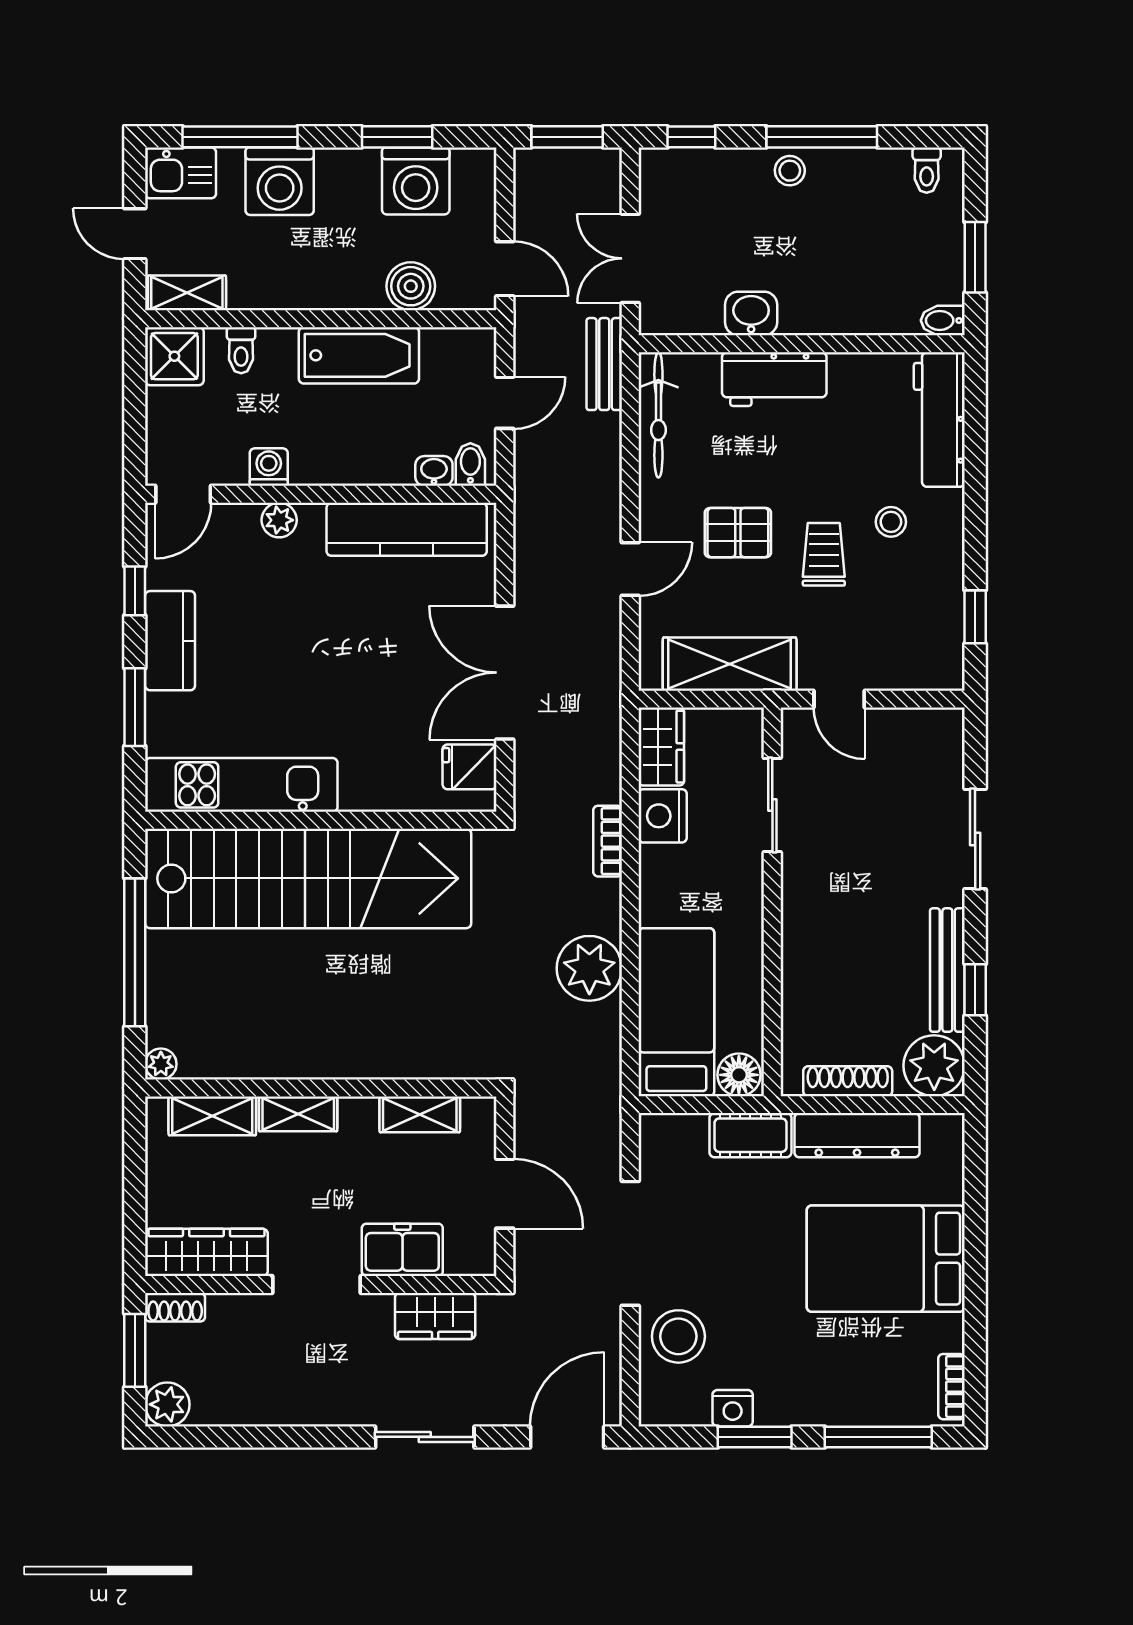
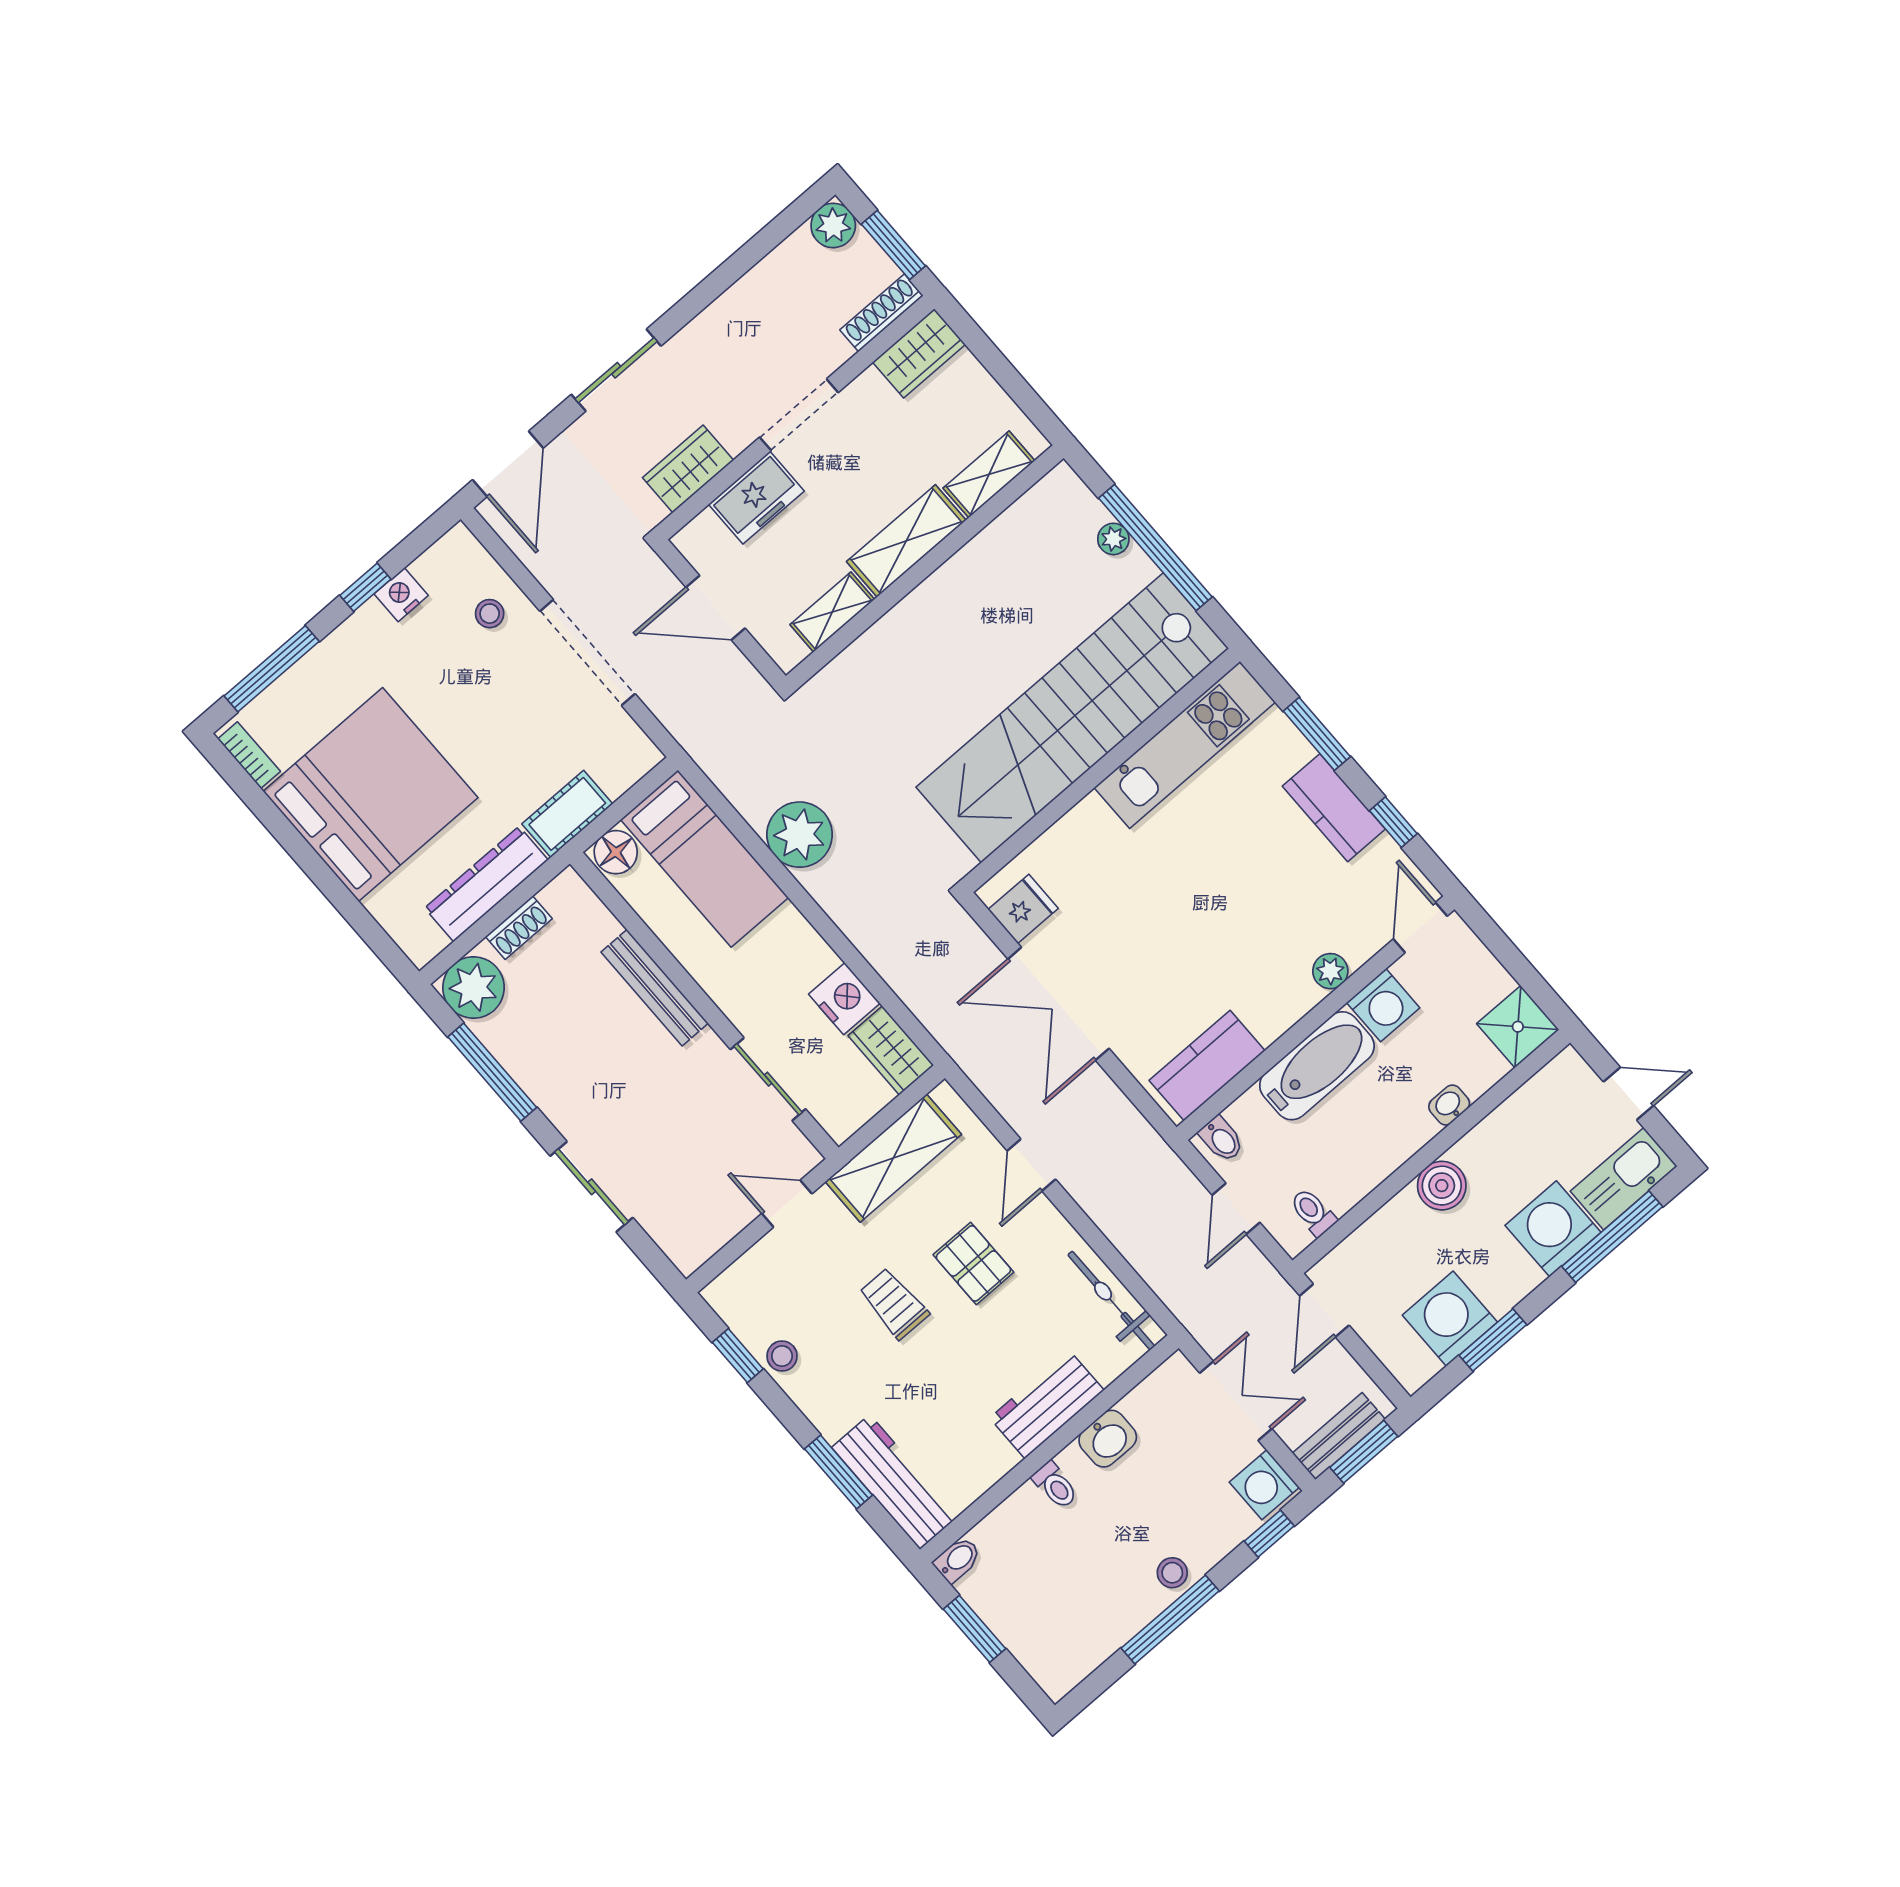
toilet: (927, 170) -> (1055, 1485), moved, turned 180
kitchen sink: (181, 173) -> (1624, 1179), width x1.38
washing machine: (663, 177) -> (1264, 1485), added
door: (505, 269) -> (1324, 1311), hinge flipped
boiler: (411, 286) -> (1442, 1186), moved
shelving: (187, 293) -> (1550, 1083), removed
toilet: (241, 350) -> (1313, 1212), moved
bathtub: (359, 355) -> (1317, 1066), moved, turned 180
bench: (604, 364) -> (1339, 1436), moved, turned 90
window: (975, 464) -> (839, 1472), added
washing machine: (269, 467) -> (1383, 1005), width x1.38, depth x1.38
washbasin: (434, 471) -> (1449, 1105), moved, turned 180
stool: (891, 522) -> (782, 1356), moved
kitchen counter: (407, 529) -> (1207, 1066), width x0.67
pallet: (738, 533) -> (973, 1263), turned 90
trolley: (824, 554) -> (894, 1304), turned 180
double door: (505, 673) -> (1058, 1004), swing flipped
bookcase: (608, 841) -> (869, 943), removed
bench: (947, 970) -> (655, 988), moved
window: (975, 990) -> (492, 1072), width x2.17
plant: (161, 1064) -> (1113, 539), moved
shoe rack: (848, 1081) -> (519, 928), width x0.70
shelving: (298, 1114) -> (906, 541), width x1.50, depth x1.33
wardrobe: (206, 1252) -> (919, 353), width x0.67
bed: (886, 1259) -> (371, 794), width x1.36
shoe rack: (175, 1307) -> (882, 313), width x1.43
stool: (678, 1336) -> (490, 614), width x0.53, depth x0.53
window: (755, 1437) -> (365, 587), width x0.67

